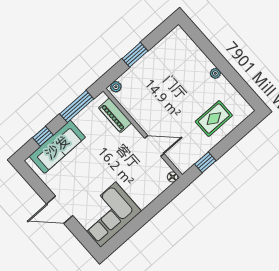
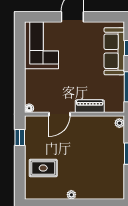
piano: (115, 115) -> (90, 106), moved
rug: (214, 119) -> (43, 168), turned 90

